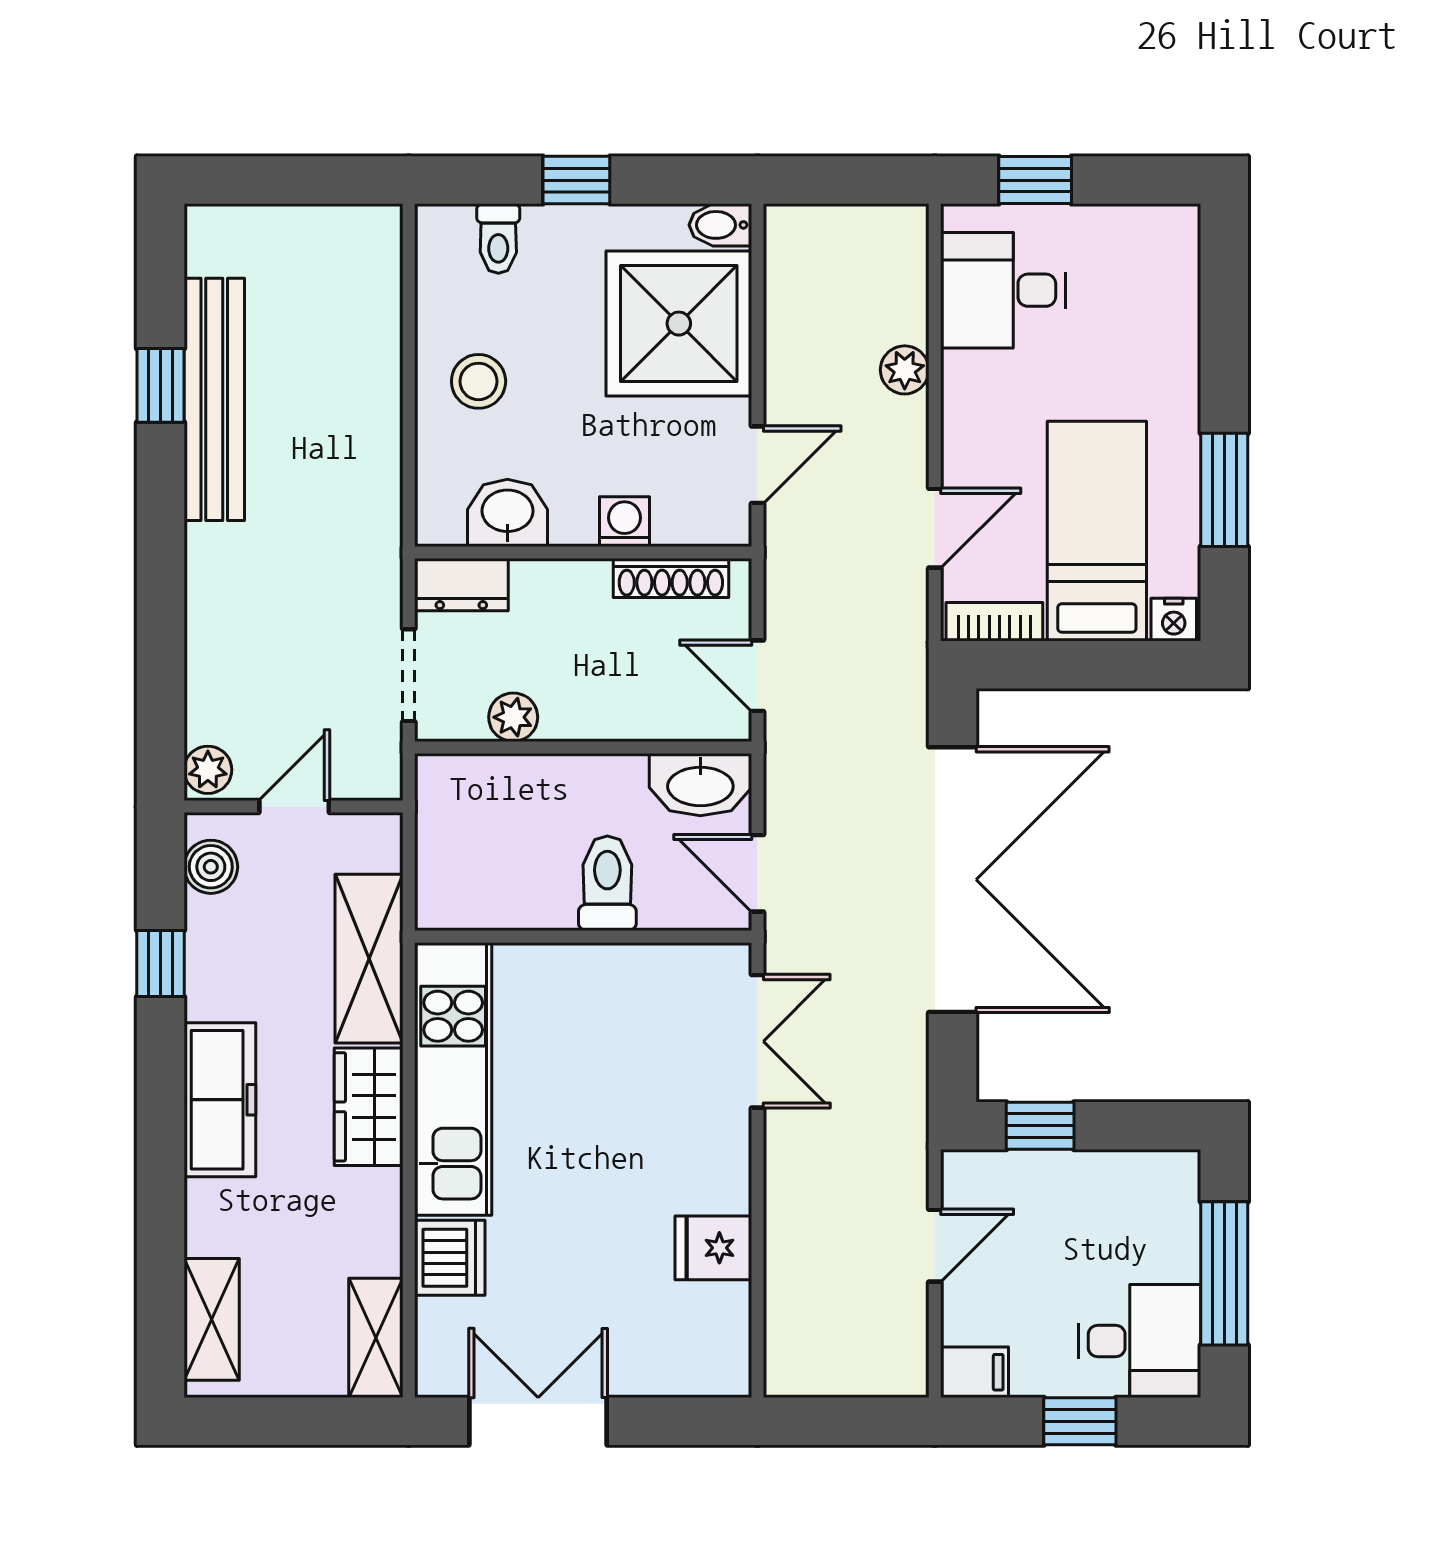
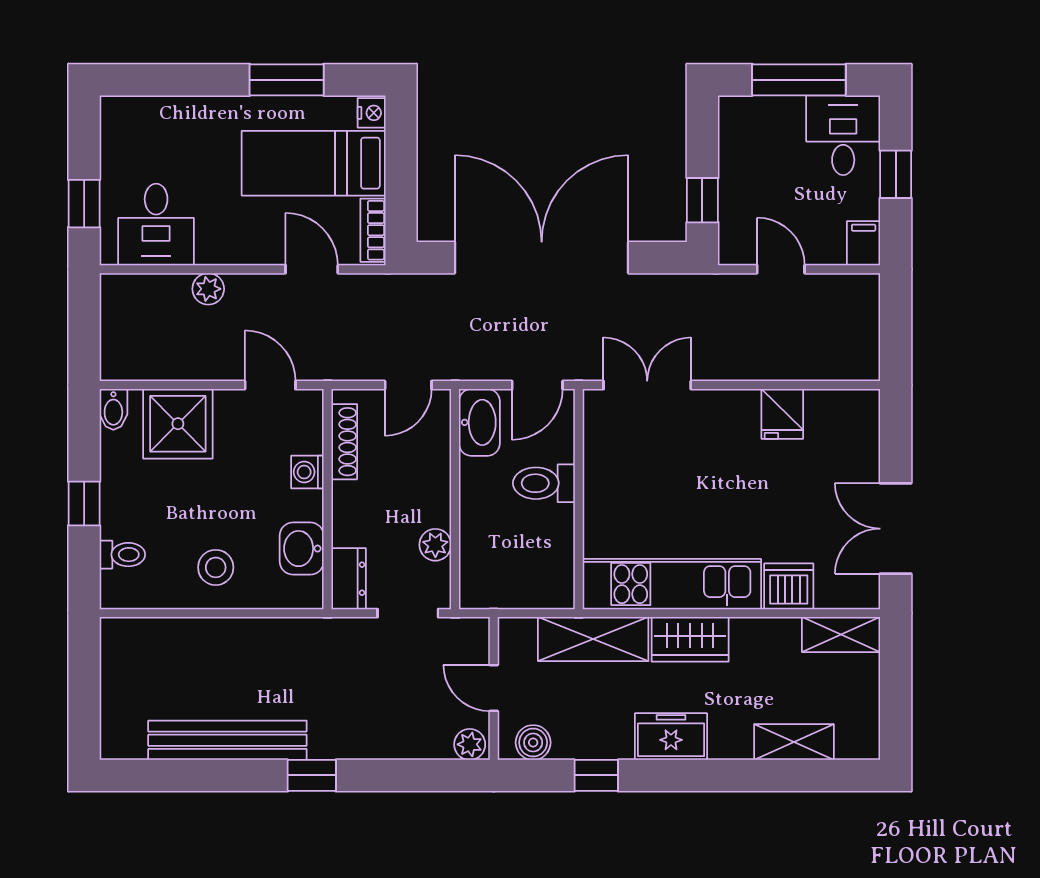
shower: (679, 324) -> (178, 424), width x0.73, depth x0.73
window: (160, 385) -> (312, 775), moved
freezer: (220, 1100) -> (671, 737), width x0.71
shelving: (212, 1319) -> (794, 742), moved

